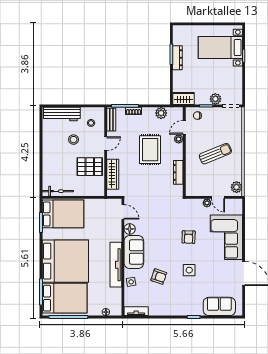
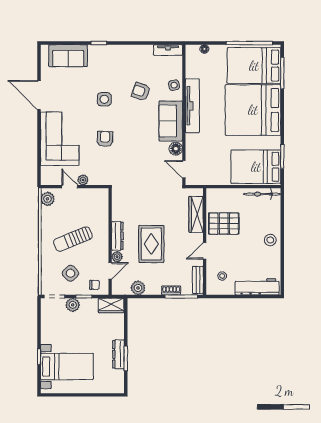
side table: (217, 125) -> (70, 273), added
stool: (74, 140) -> (270, 240), moved
dresser: (178, 172) -> (117, 236), moved

